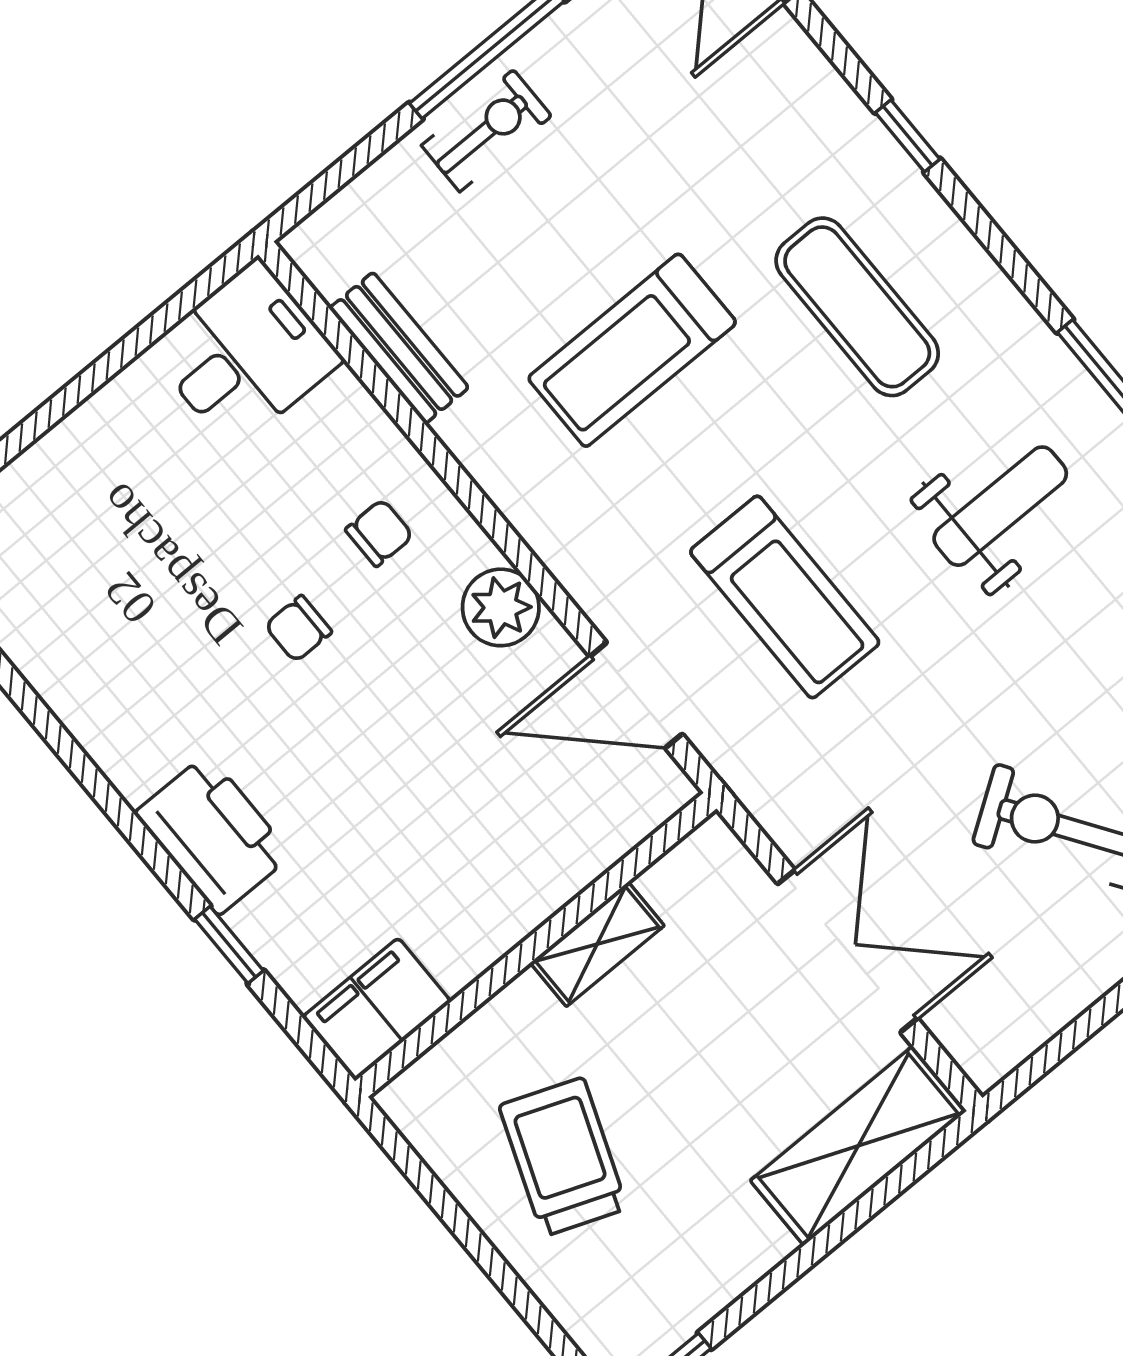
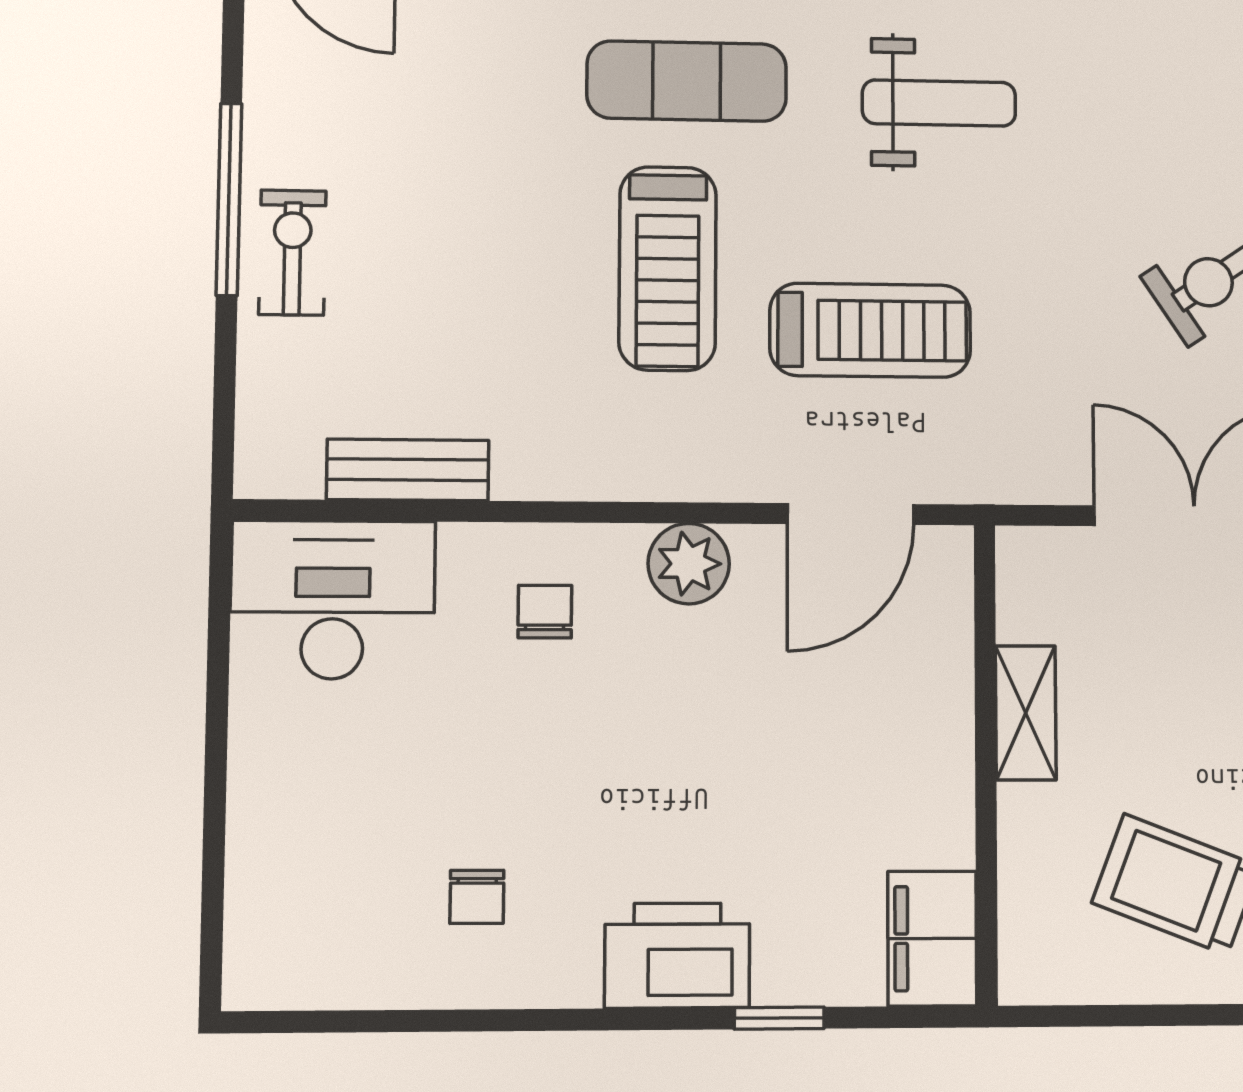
treadmill: (632, 350) -> (668, 268), moved
desk: (245, 354) -> (333, 600), width x1.37
weight bench: (1000, 506) -> (939, 103), turned 90
chair: (298, 629) -> (477, 897), moved

